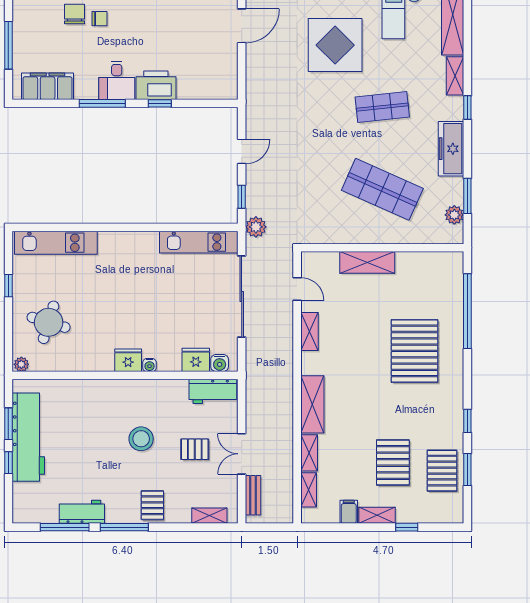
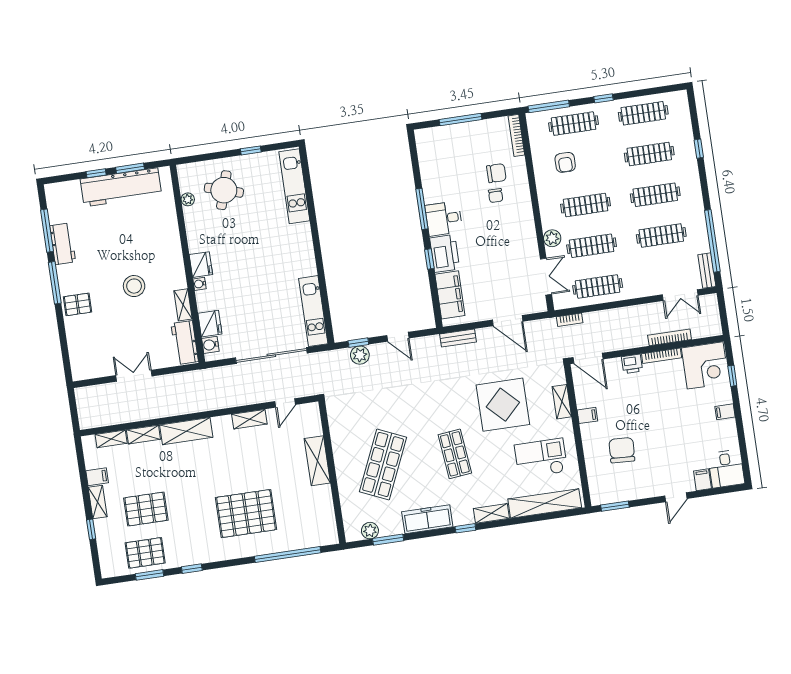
filing cabinet: (48, 86) -> (450, 295), moved
plant: (256, 227) -> (360, 355), moved
plant: (21, 364) -> (188, 199), moved
pallet: (195, 449) -> (132, 334), removed
bench: (253, 495) -> (458, 338), moved
shelving: (209, 516) -> (183, 305), moved

